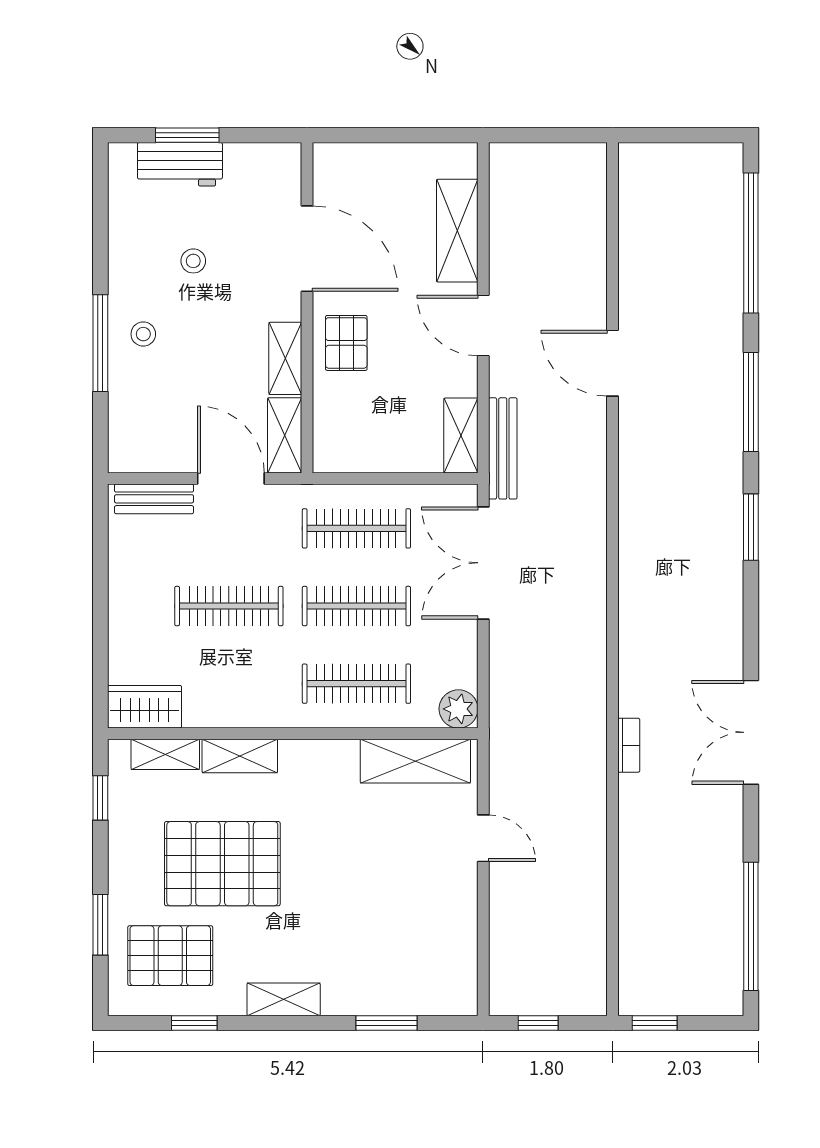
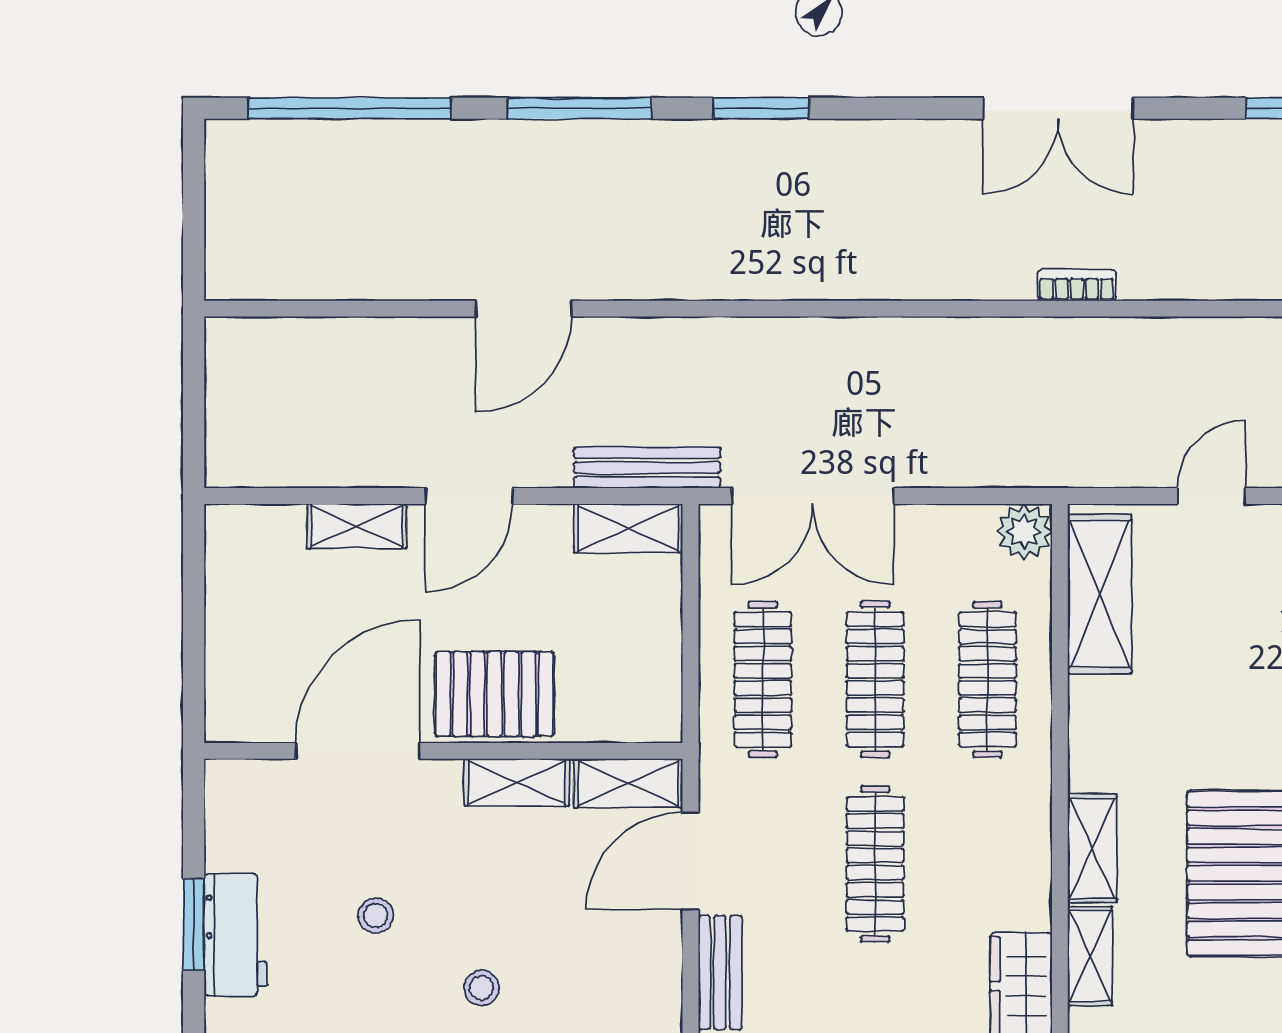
shelving: (457, 231) -> (357, 526), width x0.67, depth x0.75
pallet: (346, 343) -> (494, 694), width x1.50, depth x1.42

